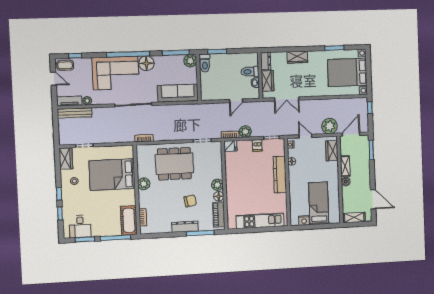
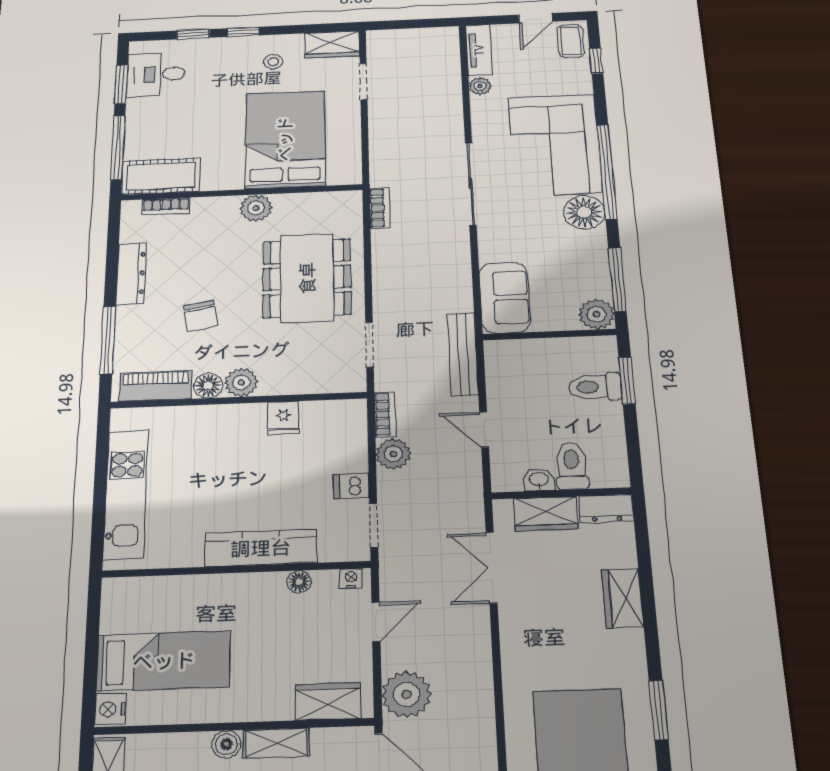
toilet: (205, 63) -> (595, 387), moved
sofa: (178, 93) -> (505, 298), width x0.73
bench: (75, 113) -> (463, 354), moved
fridge: (230, 146) -> (283, 418), moved
nightstand: (304, 220) -> (110, 709), moved
dresser: (185, 227) -> (131, 273), moved

